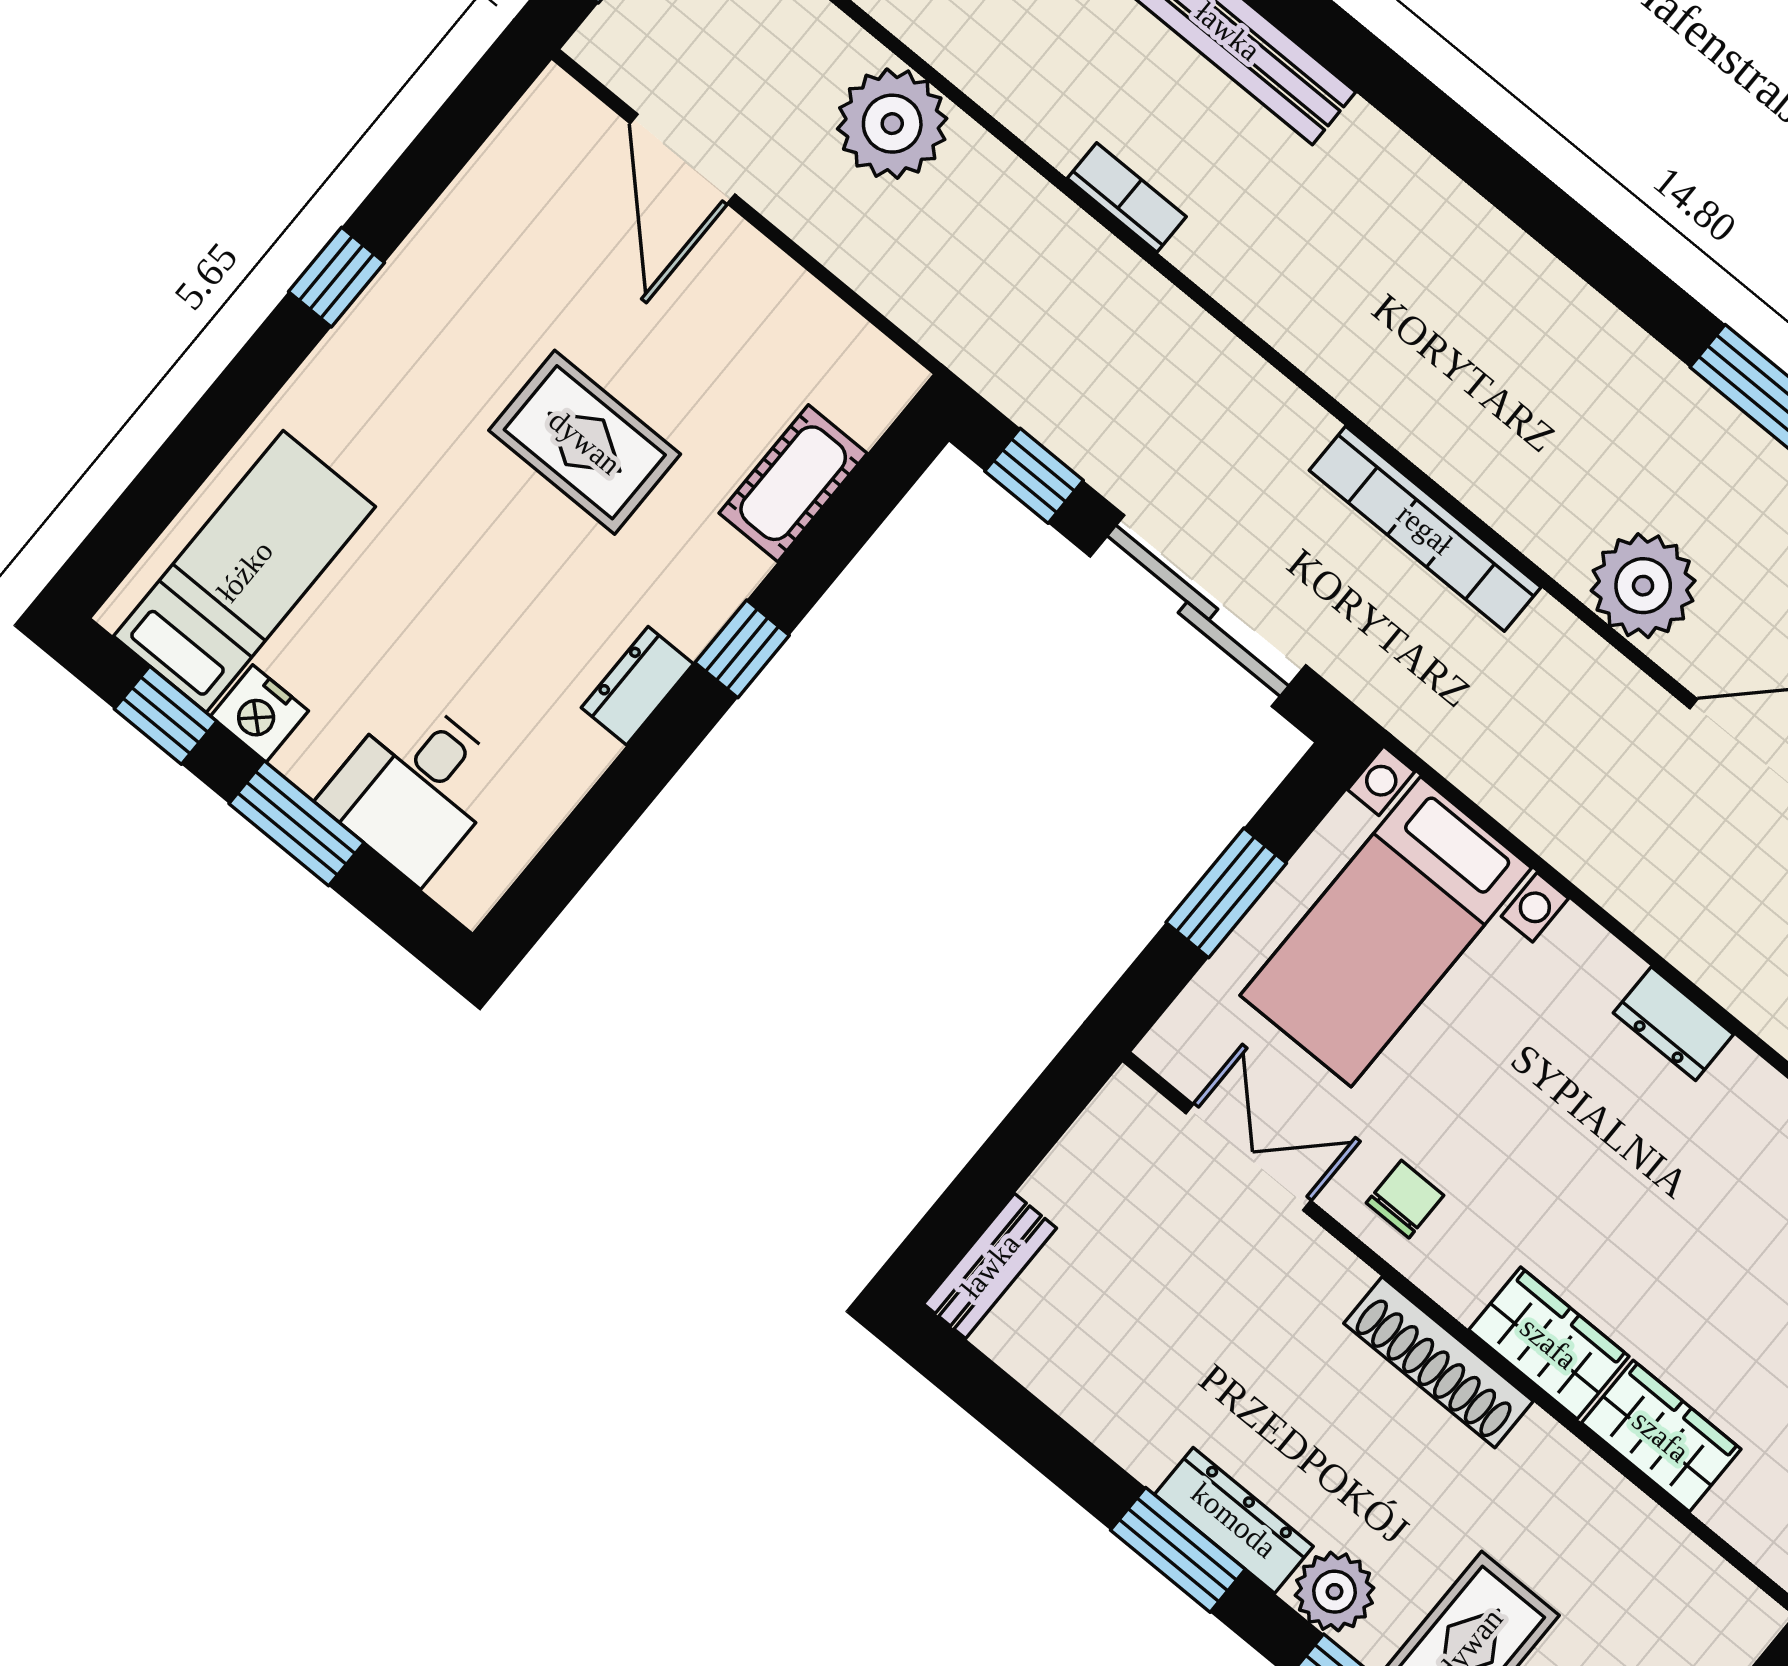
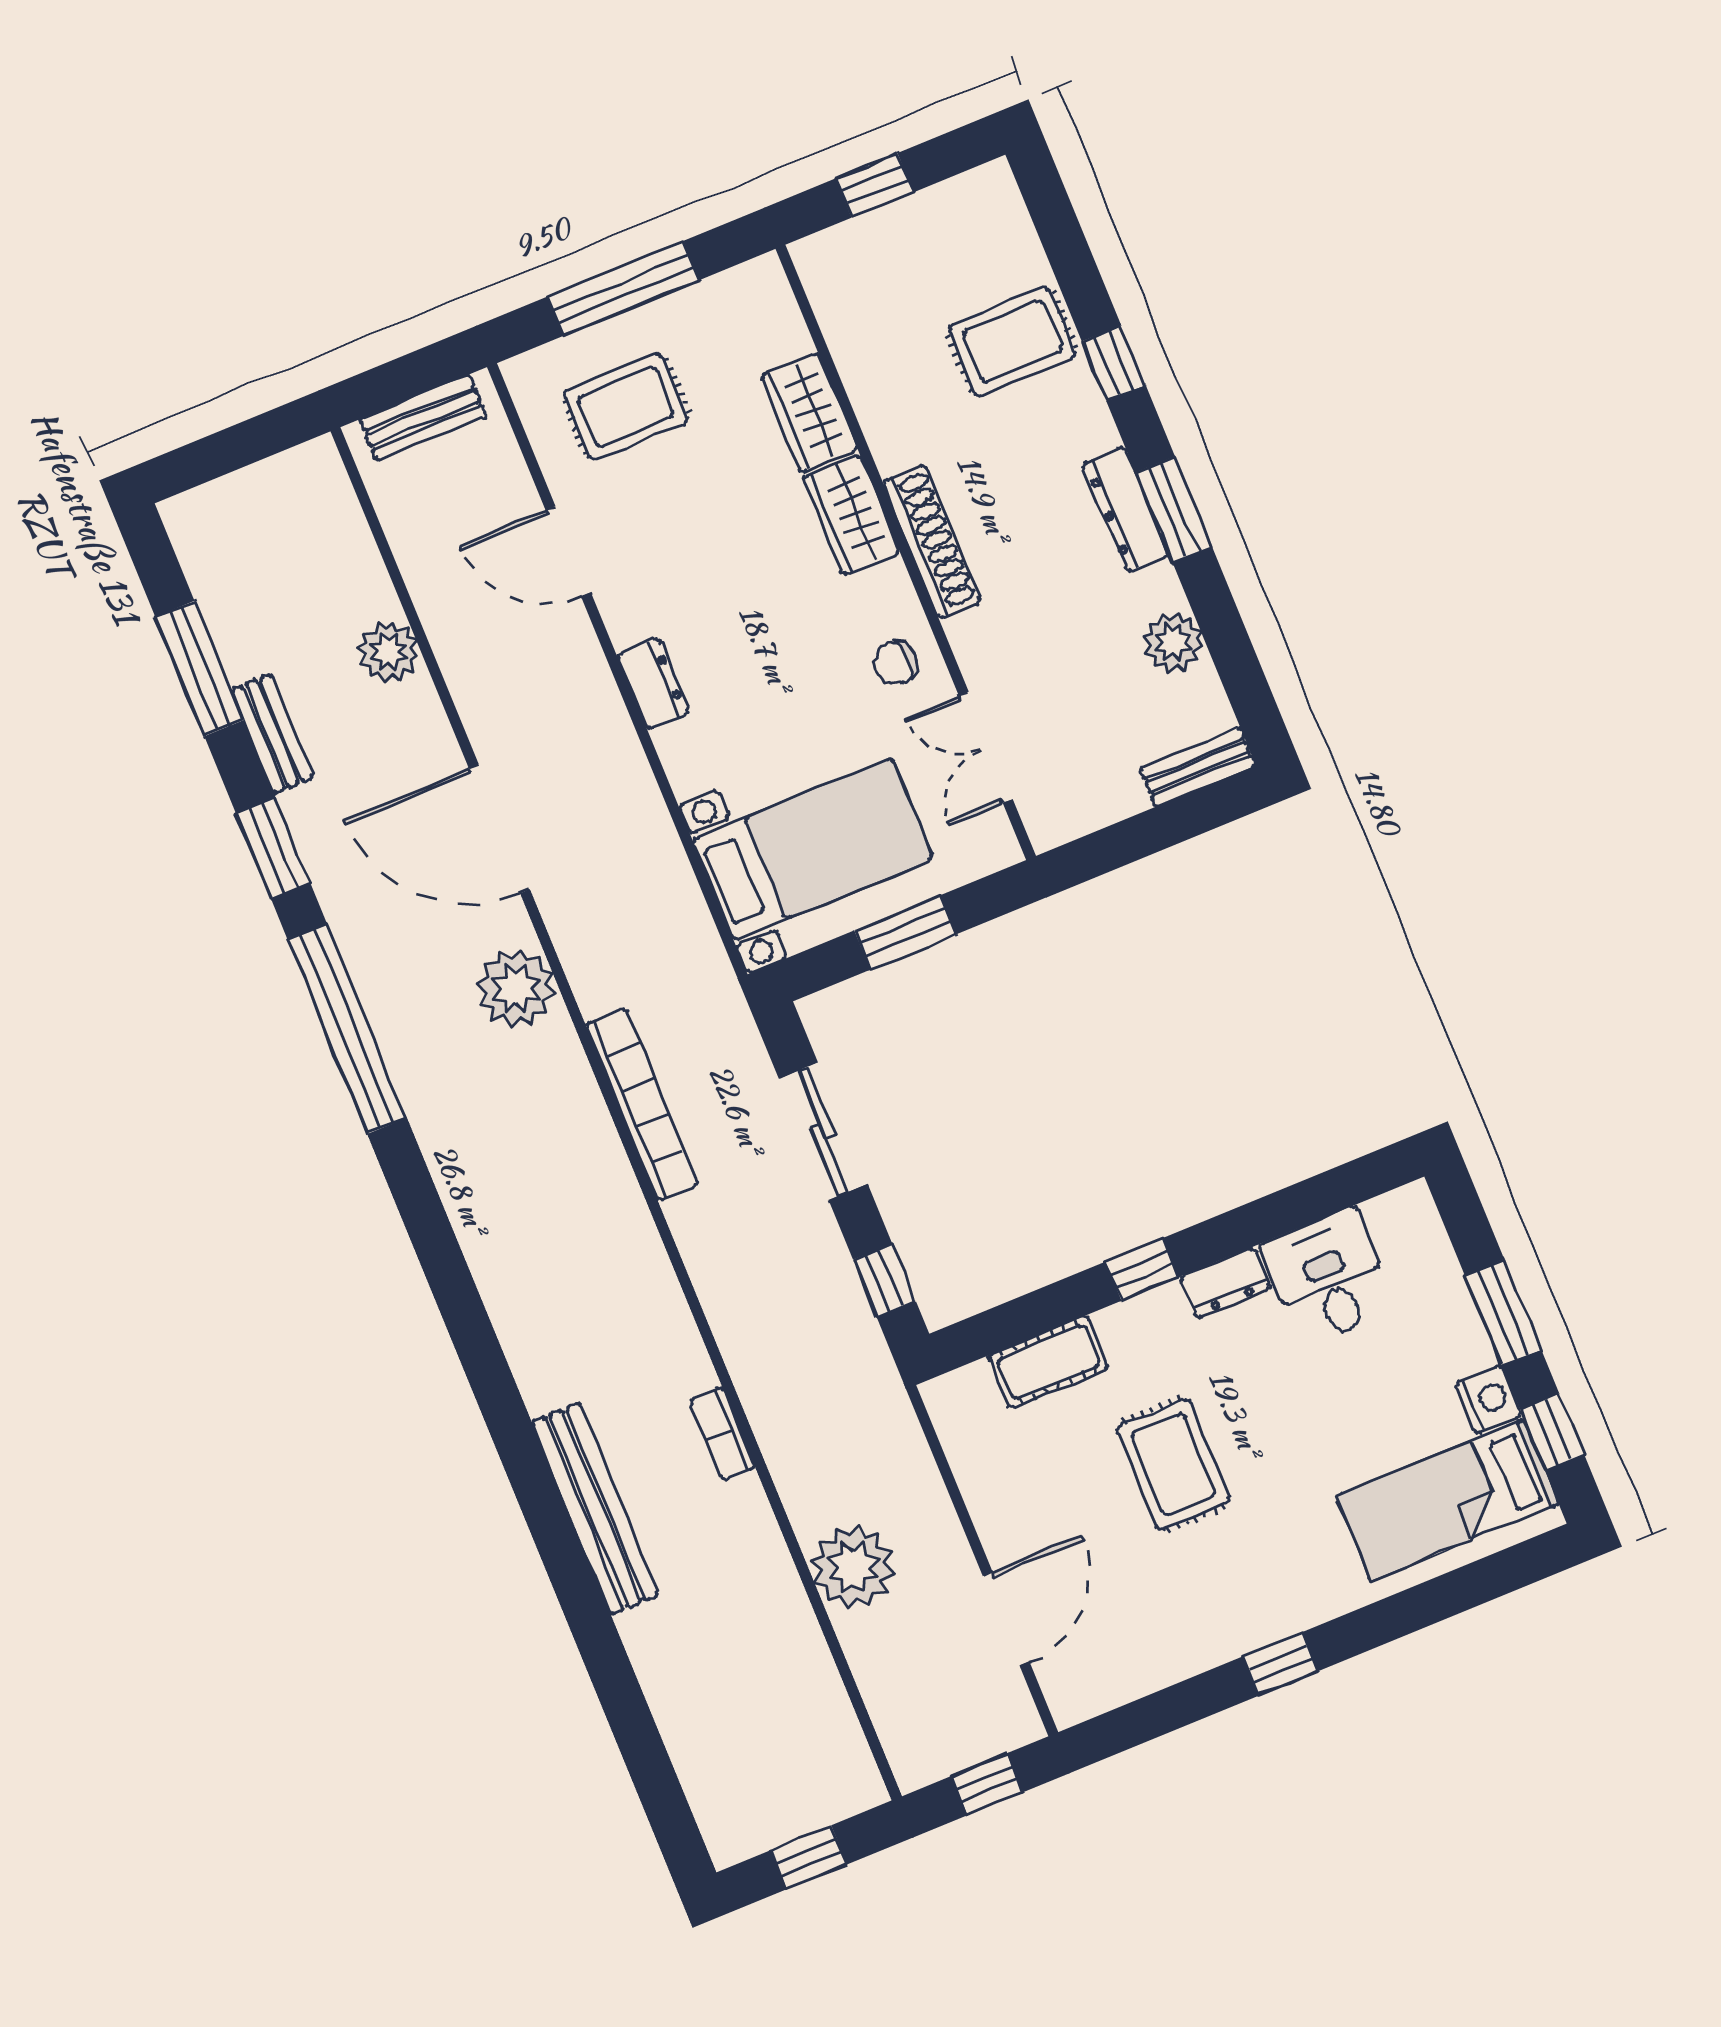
sliding door: (1198, 611) -> (823, 1131), width x0.73
desk: (415, 788) -> (1328, 1277), moved, turned -90
plant: (1335, 1592) -> (1173, 642), moved

